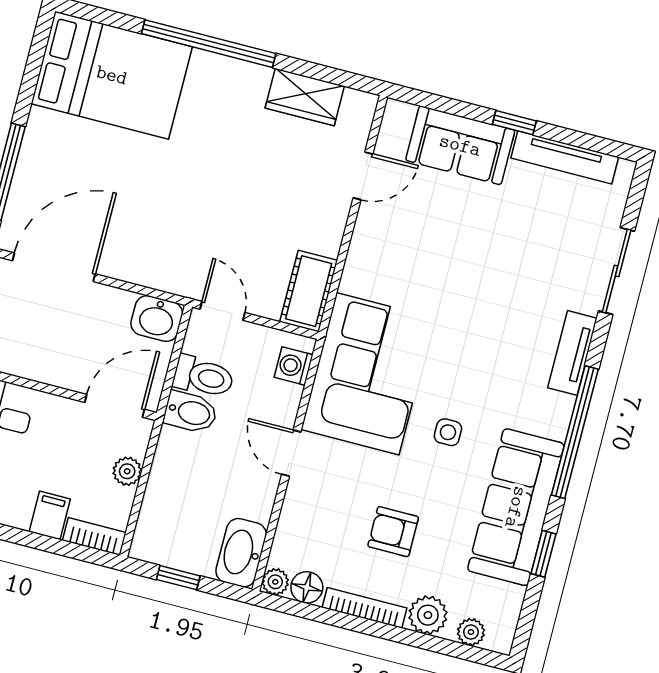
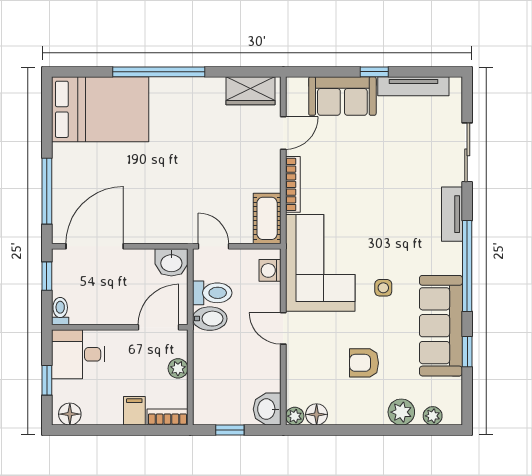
wardrobe: (305, 97) -> (250, 91), moved
washbasin: (241, 553) -> (267, 409), width x0.72
bookcase: (365, 608) -> (293, 184), moved, turned 90

